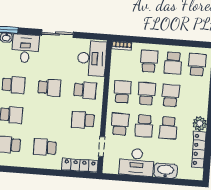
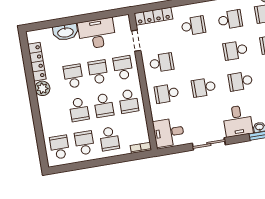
desk: (92, 58) -> (169, 132), width x0.73
school desk: (197, 65) -> (60, 147), turned 180
school desk: (120, 124) -> (123, 68), turned 180

